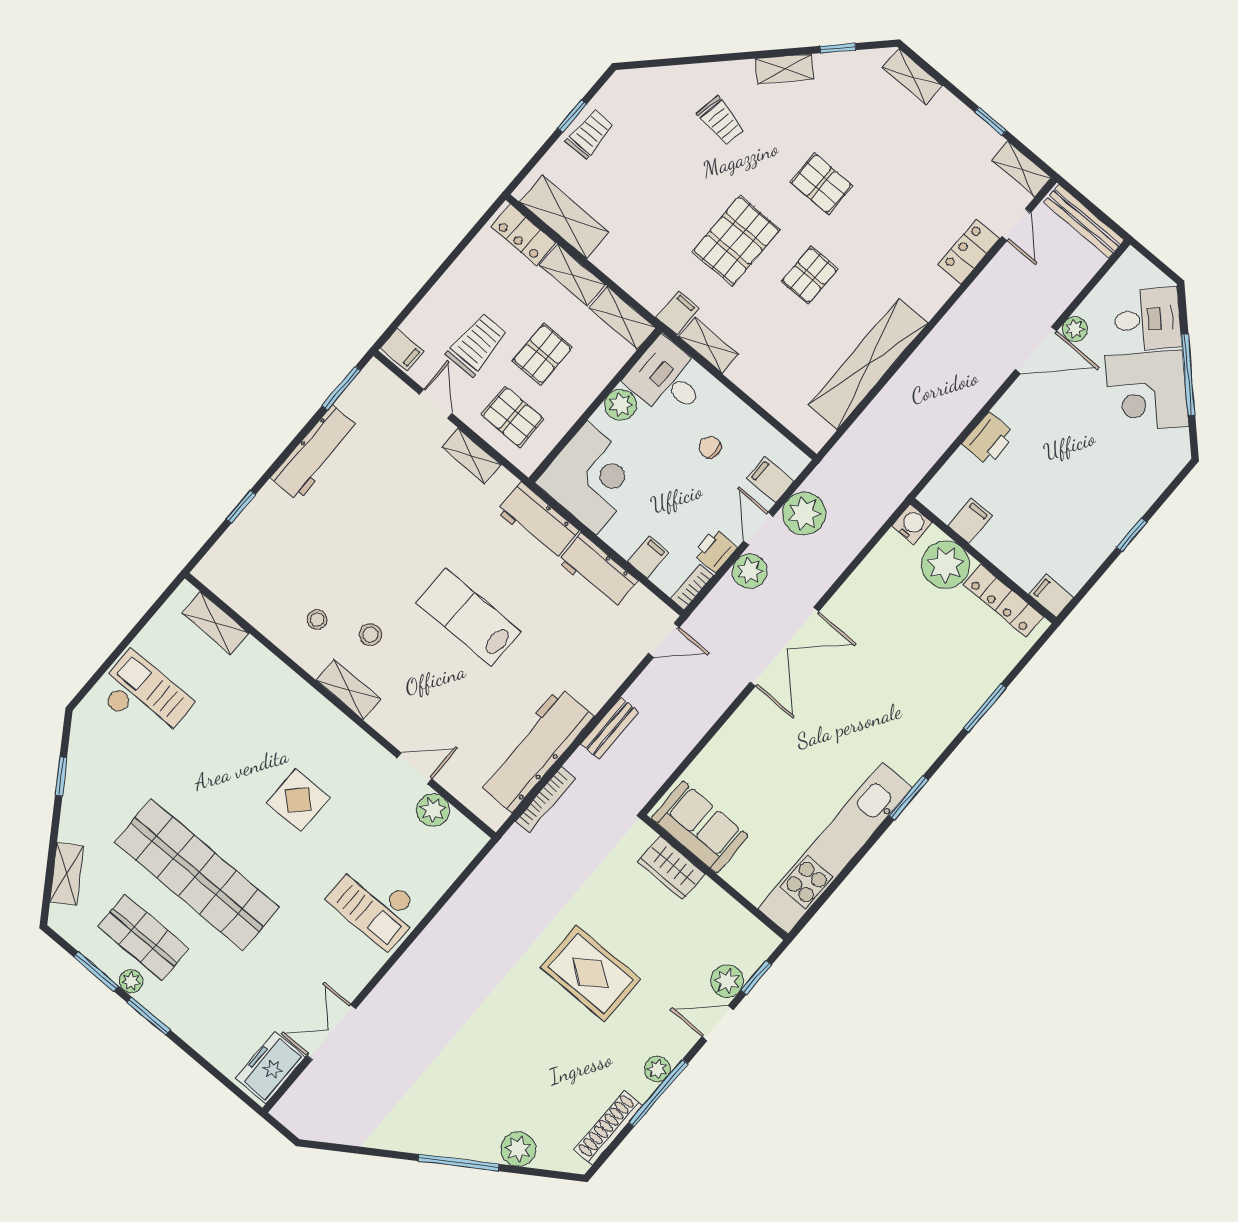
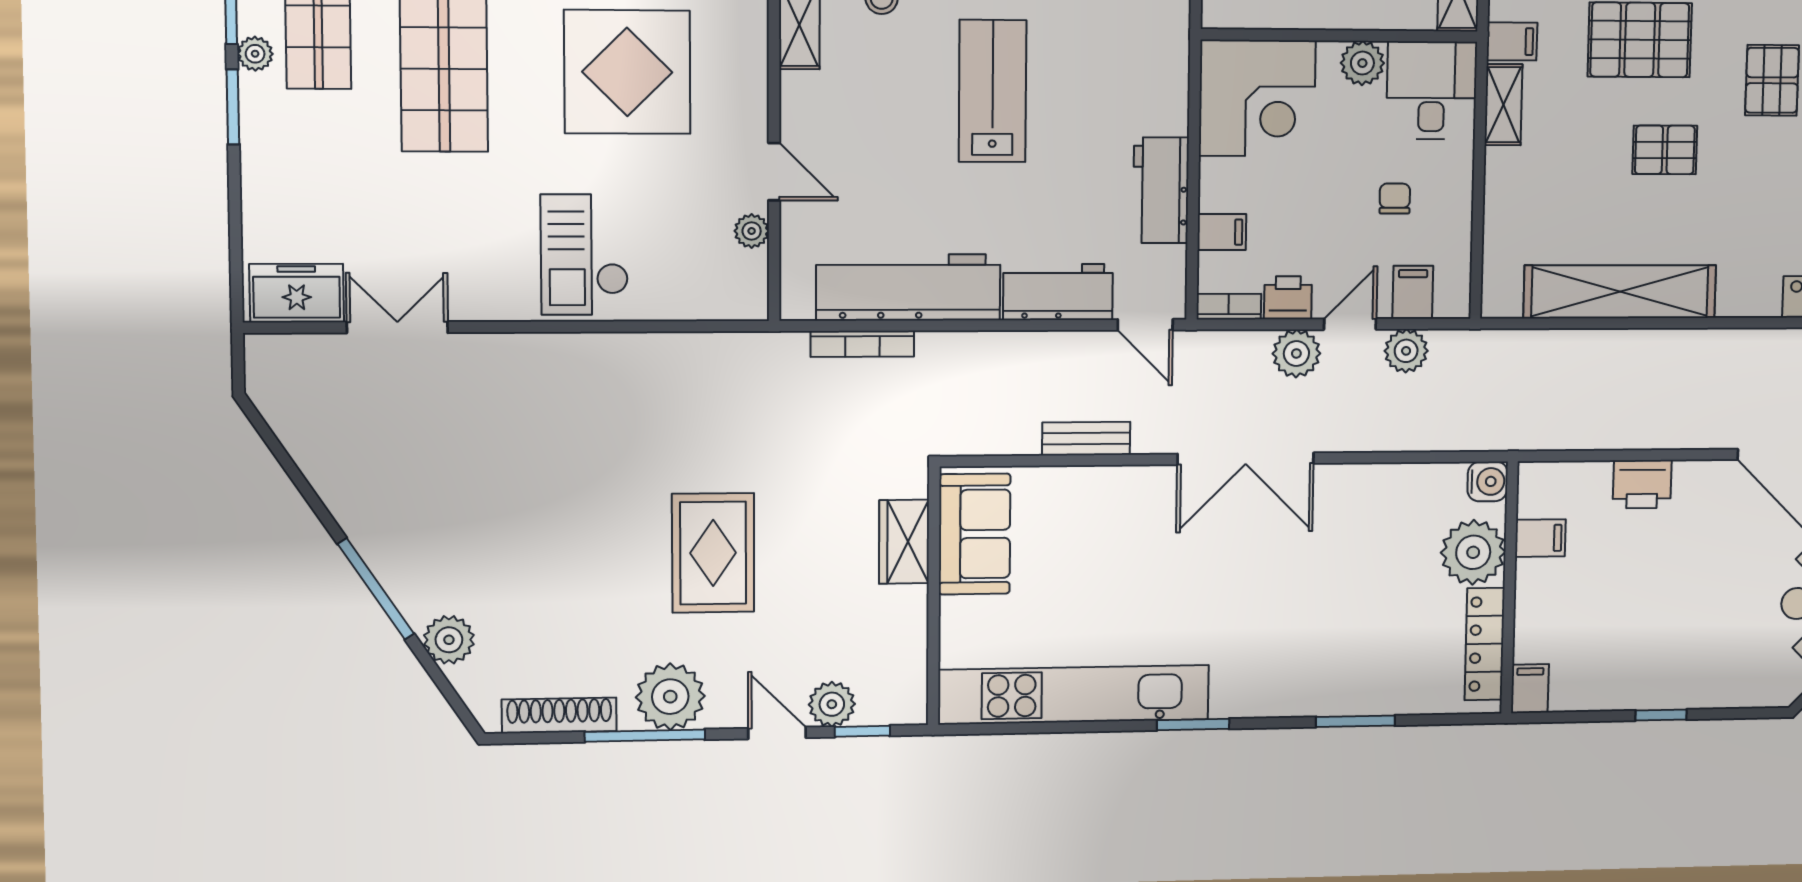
plant: (804, 514) -> (1406, 351), width x0.73, depth x0.73
workbench: (538, 521) -> (1058, 292), moved, turned 90
bench: (610, 728) -> (1086, 439), moved
display table: (298, 800) -> (627, 72), width x1.86, depth x1.86
plant: (433, 810) -> (752, 231), width x0.73, depth x0.73
plant: (657, 1069) -> (670, 697), width x1.88, depth x1.88

